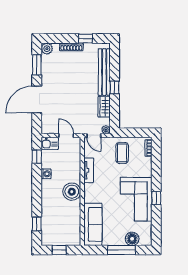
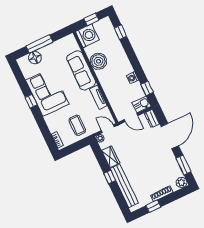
dresser: (46, 125) -> (152, 118), added
boiler: (72, 192) -> (98, 61), moved
sofa: (93, 224) -> (81, 70), moved
washing machine: (71, 236) -> (87, 36), added

